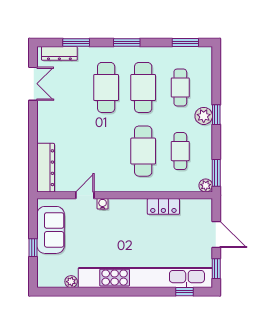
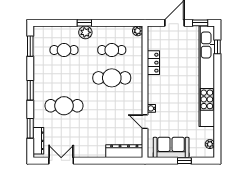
cafe table: (143, 87) -> (64, 78), removed
window: (216, 173) -> (128, 23), removed
plant: (71, 282) -> (210, 144), moved

